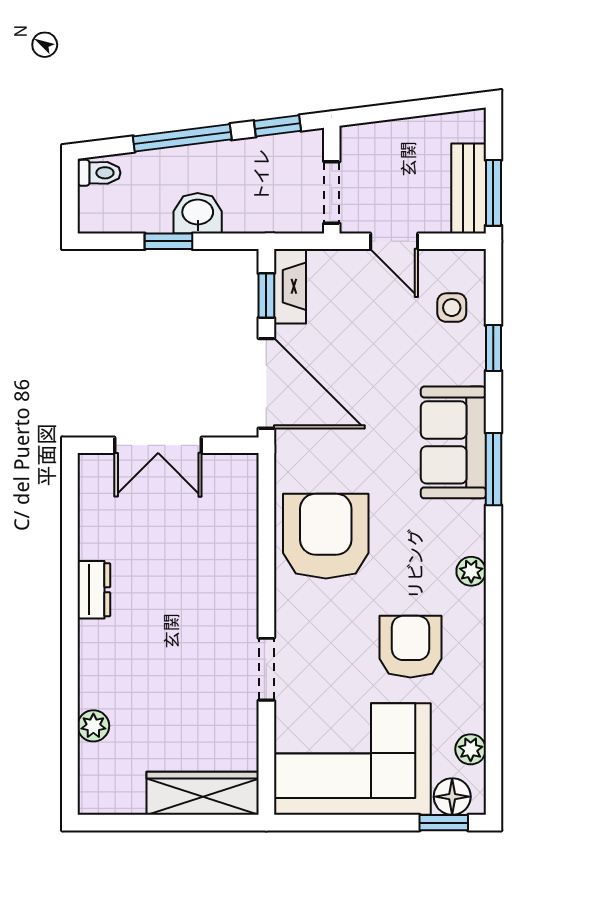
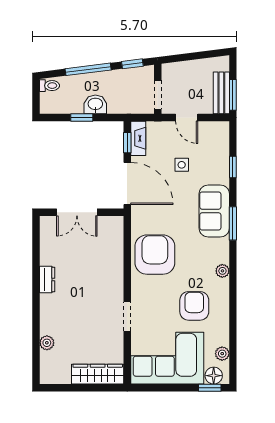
side table: (452, 308) -> (182, 165), moved

